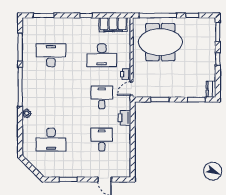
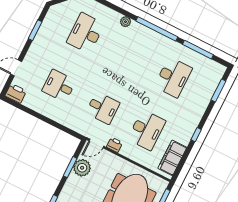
desk: (102, 55) -> (147, 130), turned 180
door: (132, 89) -> (96, 144), swing flipped
plant: (156, 90) -> (82, 168), added
printer: (124, 118) -> (16, 93), moved
desk: (102, 140) -> (59, 86), turned 180

